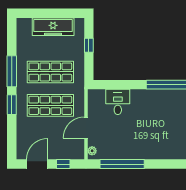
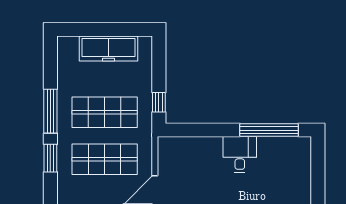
window: (89, 45) -> (159, 102), moved
desk: (118, 102) -> (240, 154), moved

